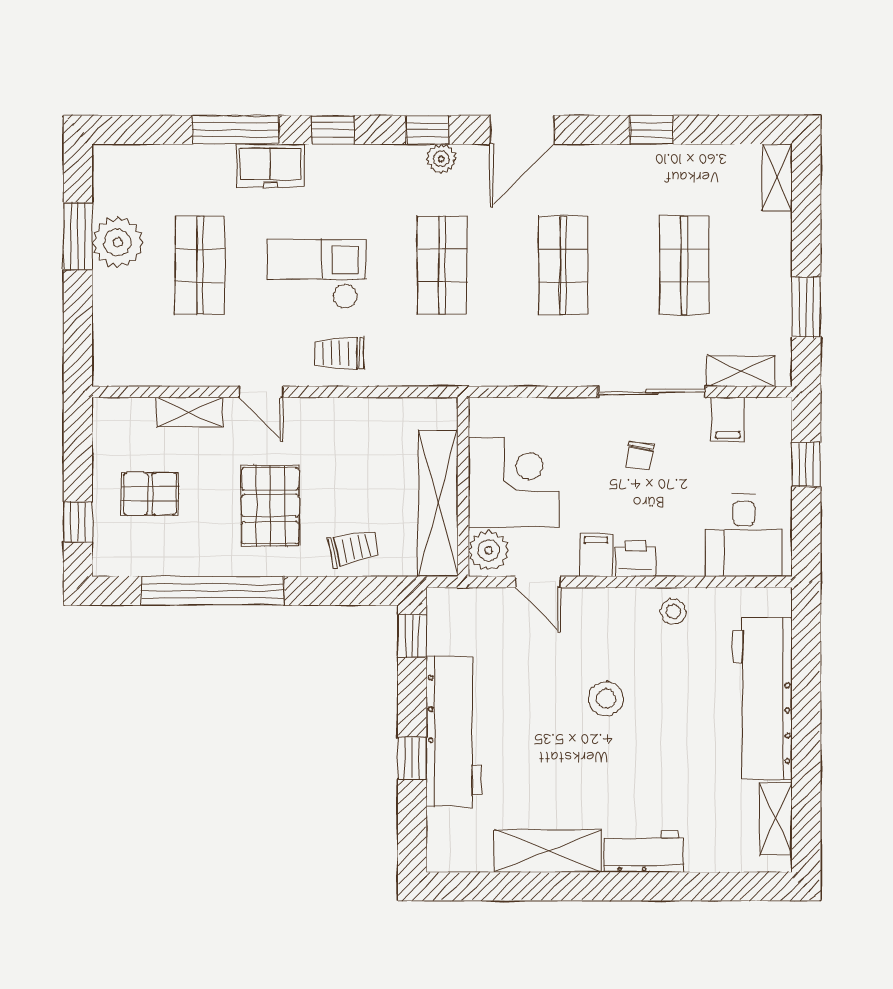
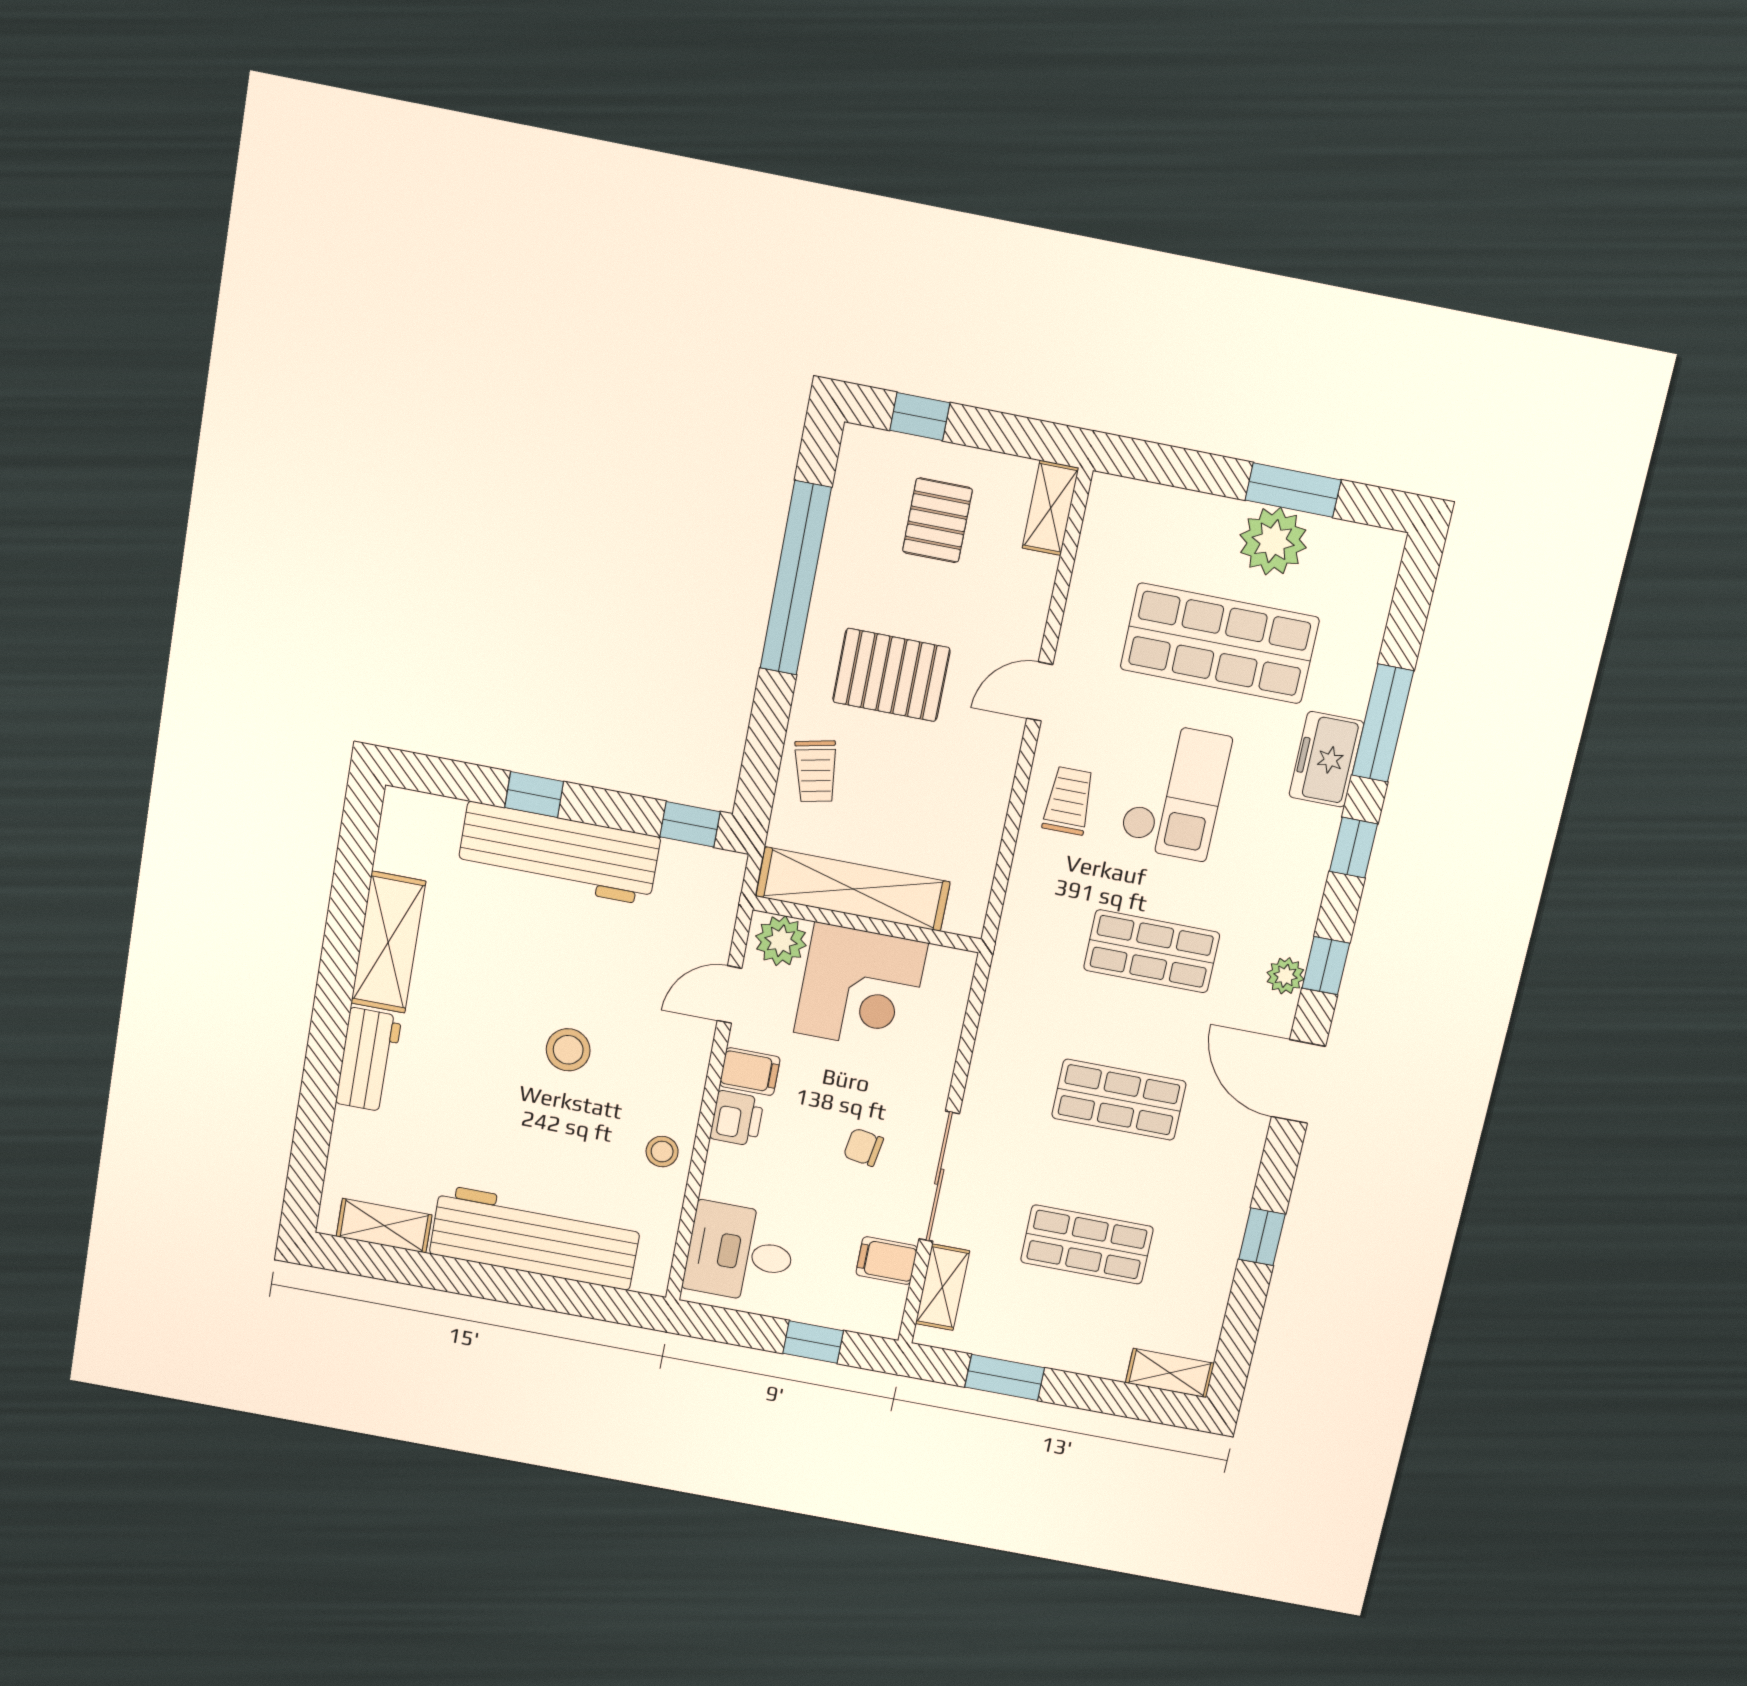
shop shelf: (200, 265) -> (1220, 643), width x1.43, depth x1.36
shelving: (189, 412) -> (1050, 508), moved

